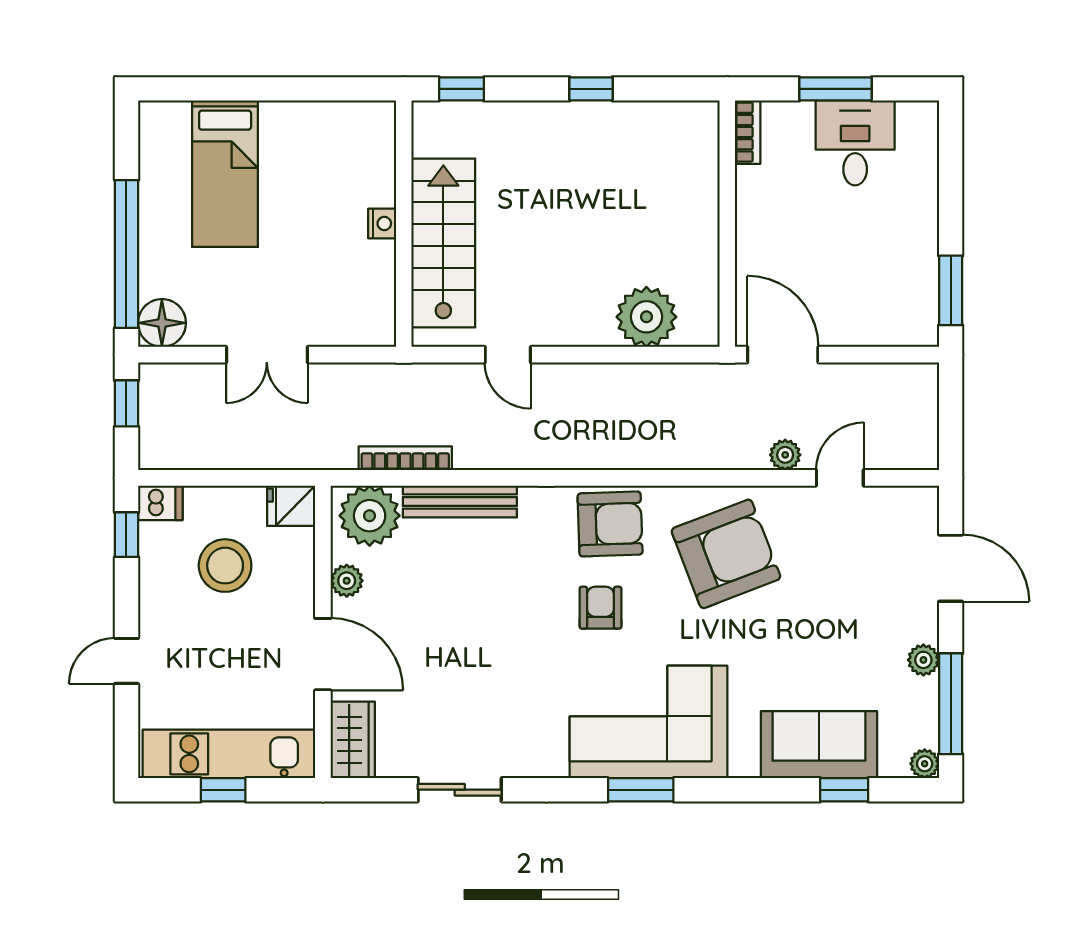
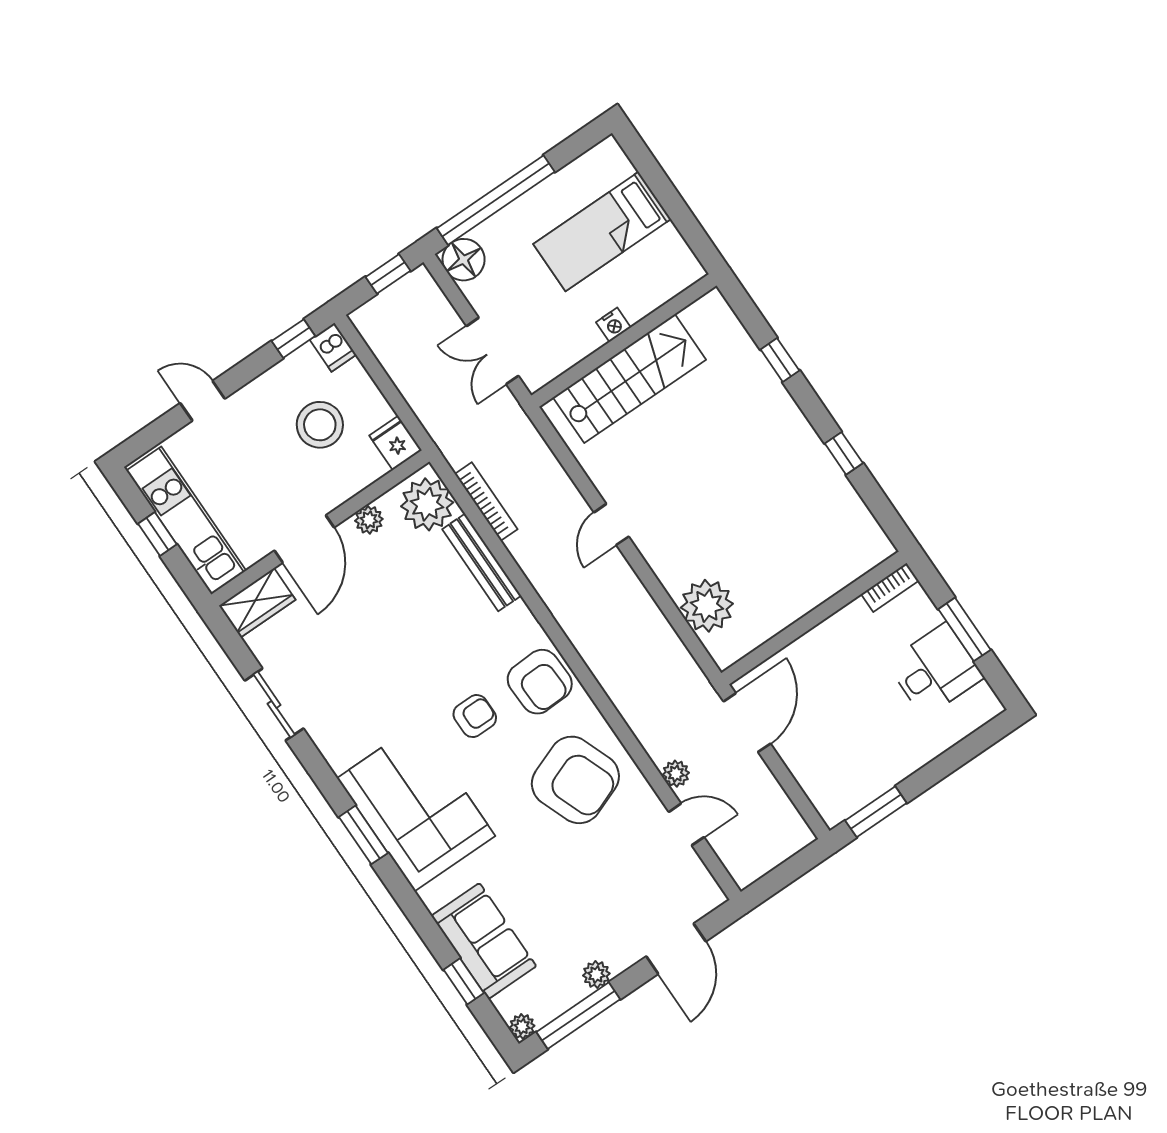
nightstand: (382, 223) -> (613, 325), moved
wall: (404, 224) -> (624, 340), moved
stairs: (443, 243) -> (629, 379), moved

